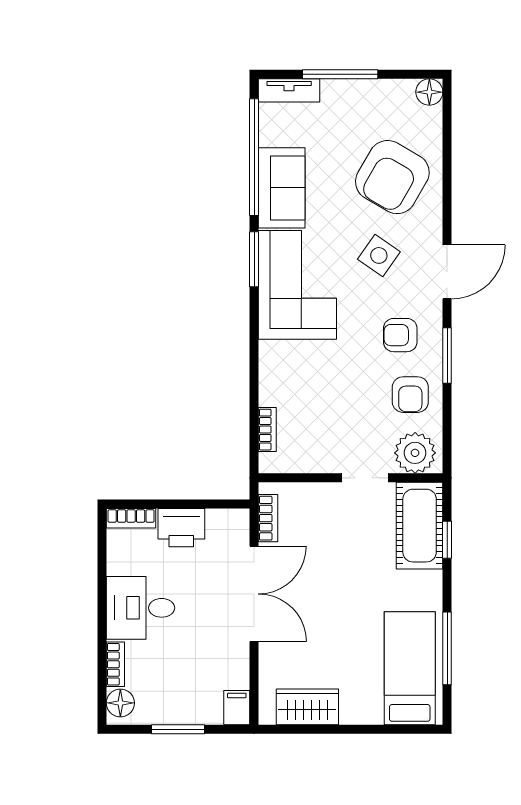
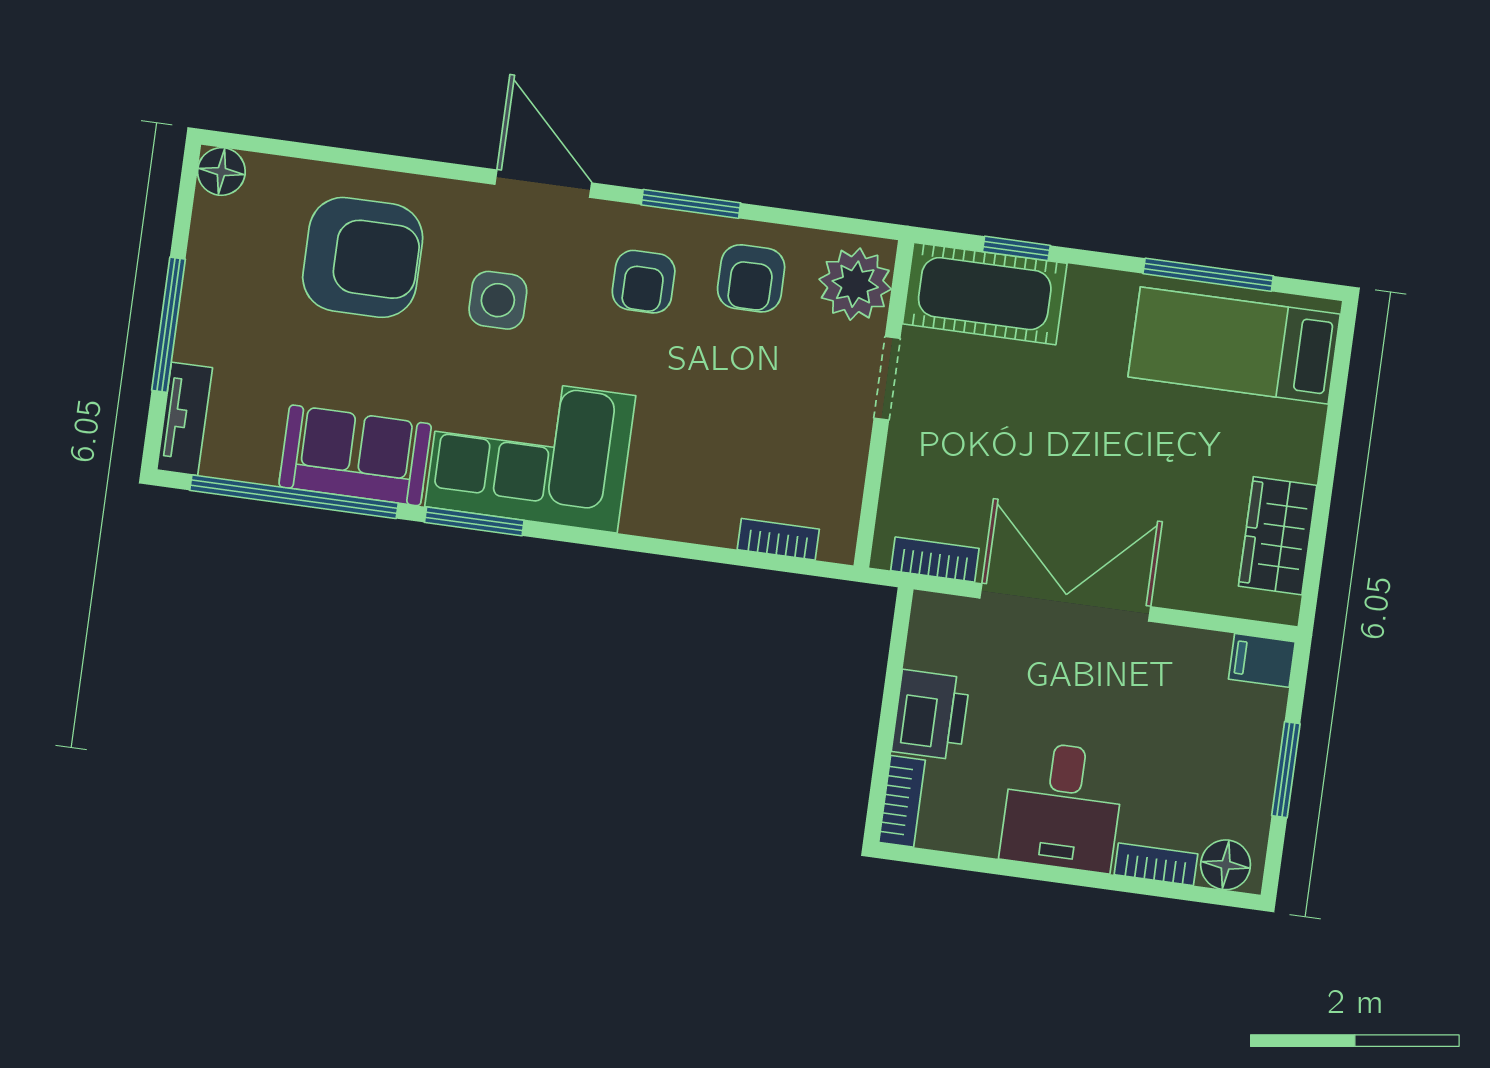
armchair: (392, 177) -> (363, 257), turned -30
side table: (379, 255) -> (498, 300), turned -35
armchair: (410, 395) -> (751, 278), turned 90

